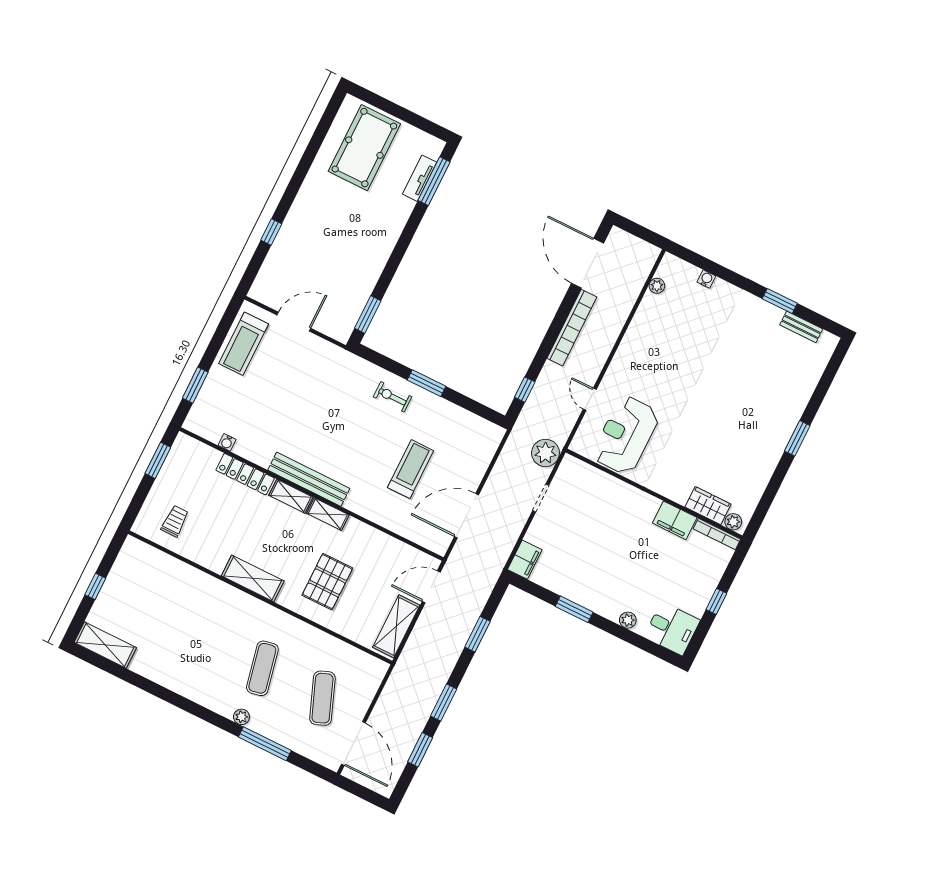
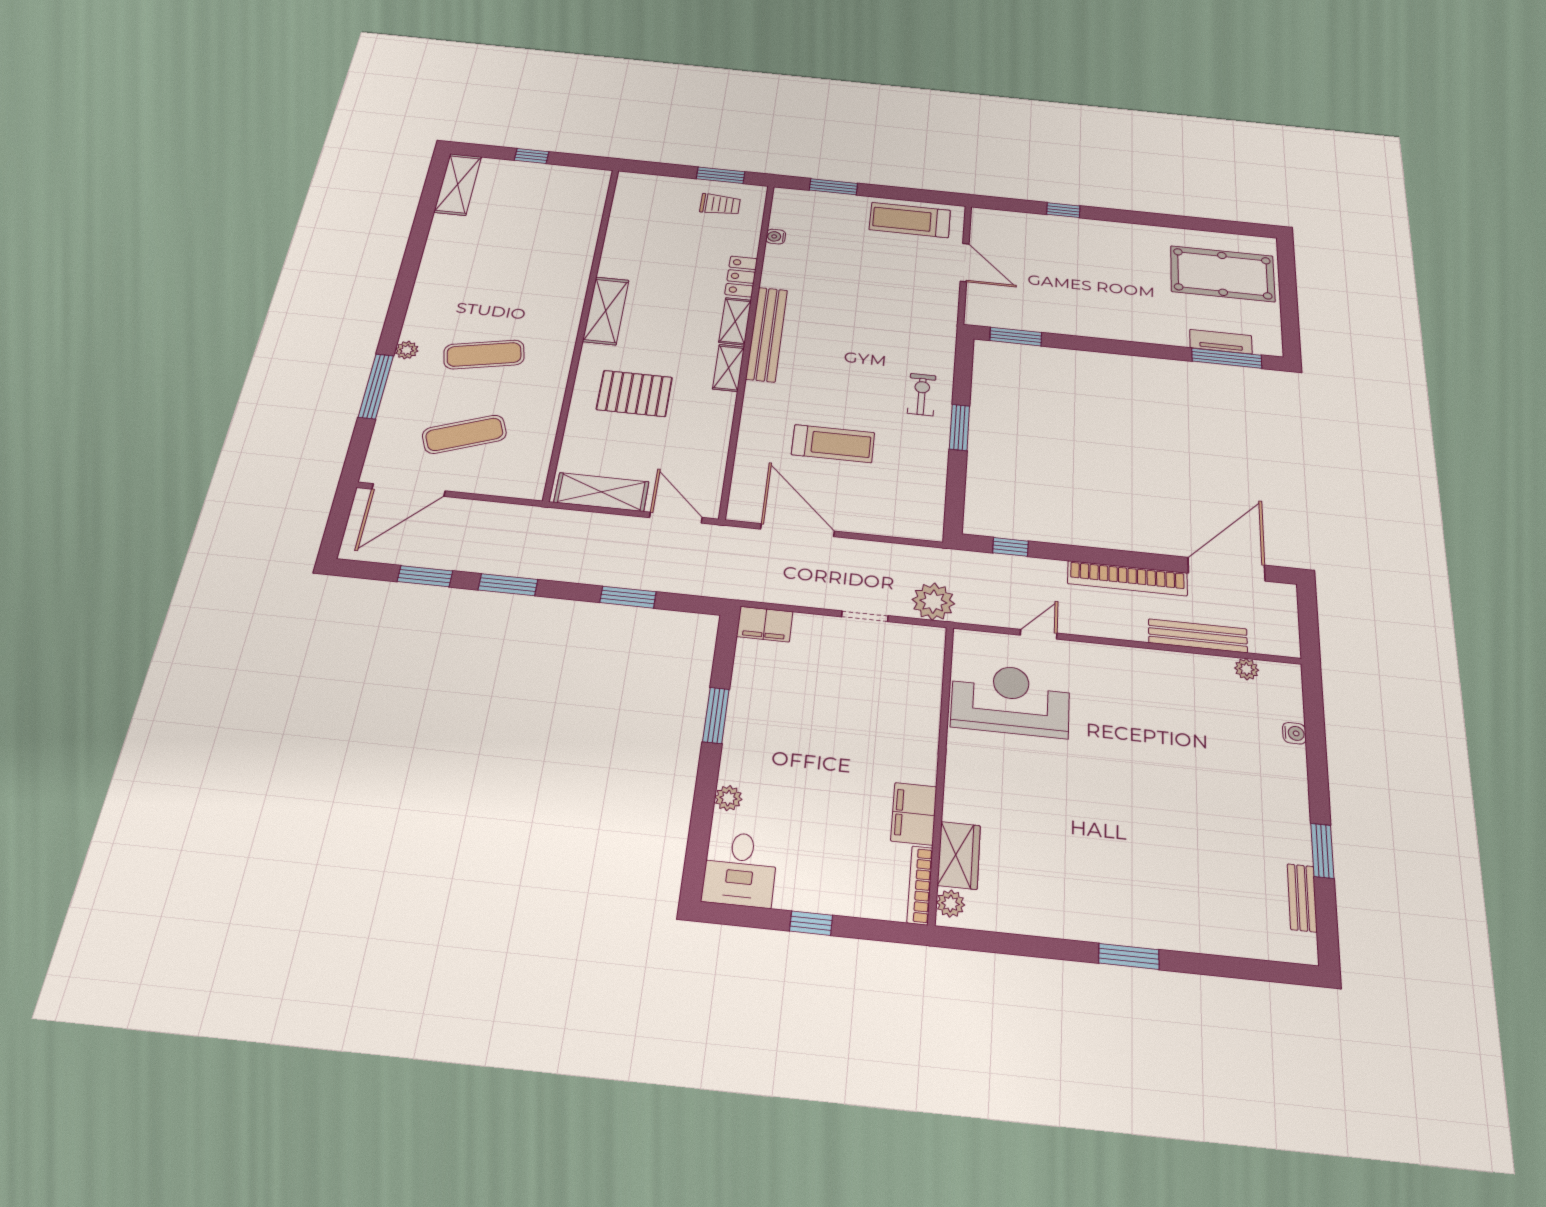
bench: (625, 304) -> (1198, 636), added
locker: (245, 474) -> (741, 276), width x0.66
trolley: (175, 521) -> (720, 204), moved

